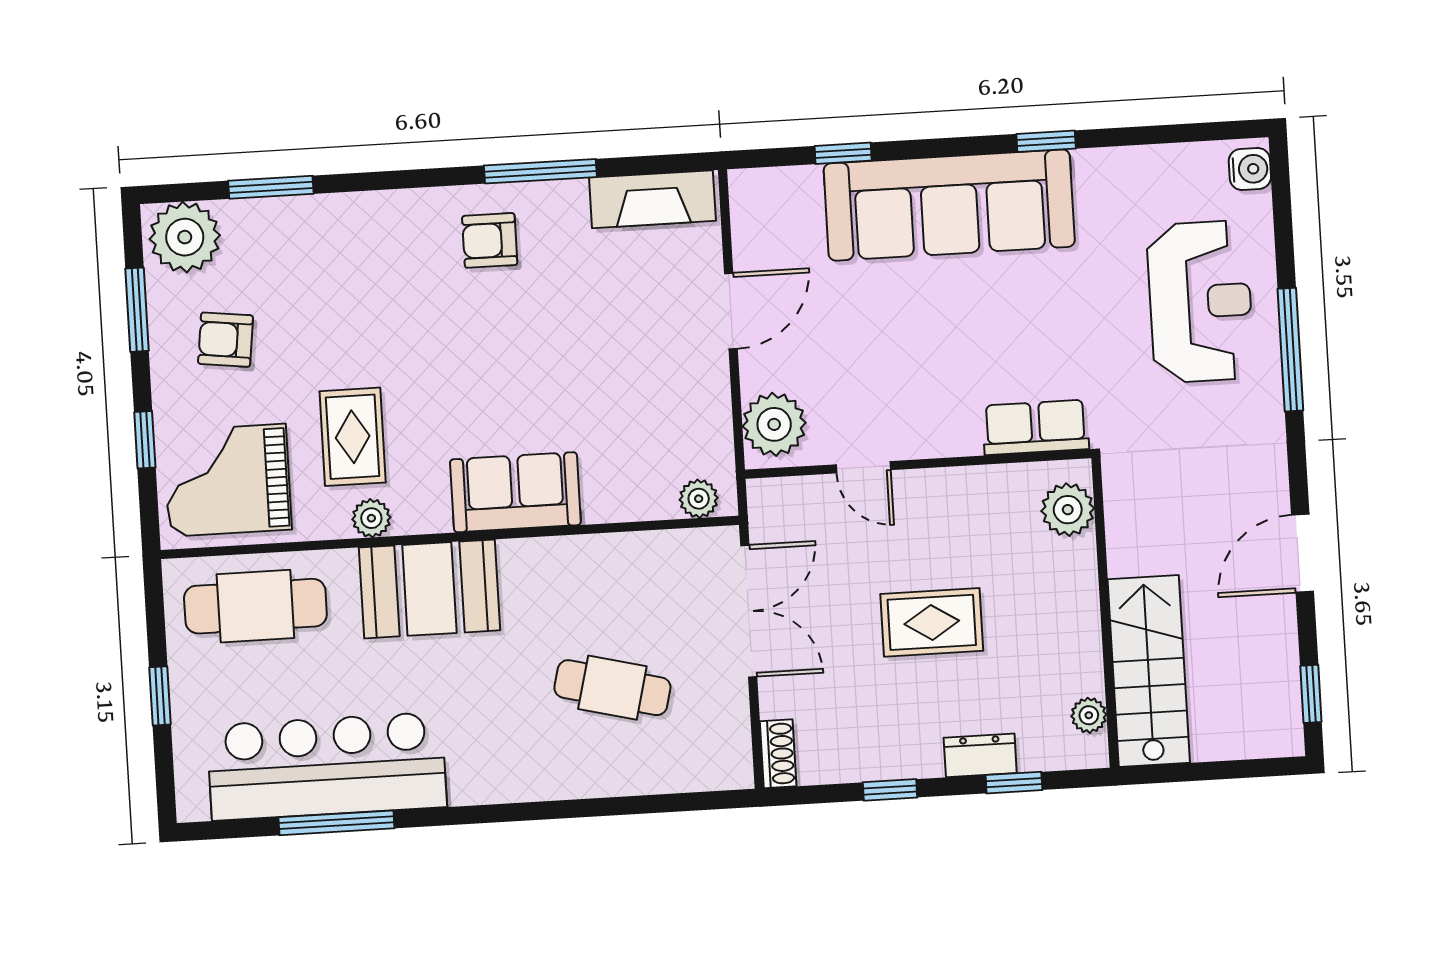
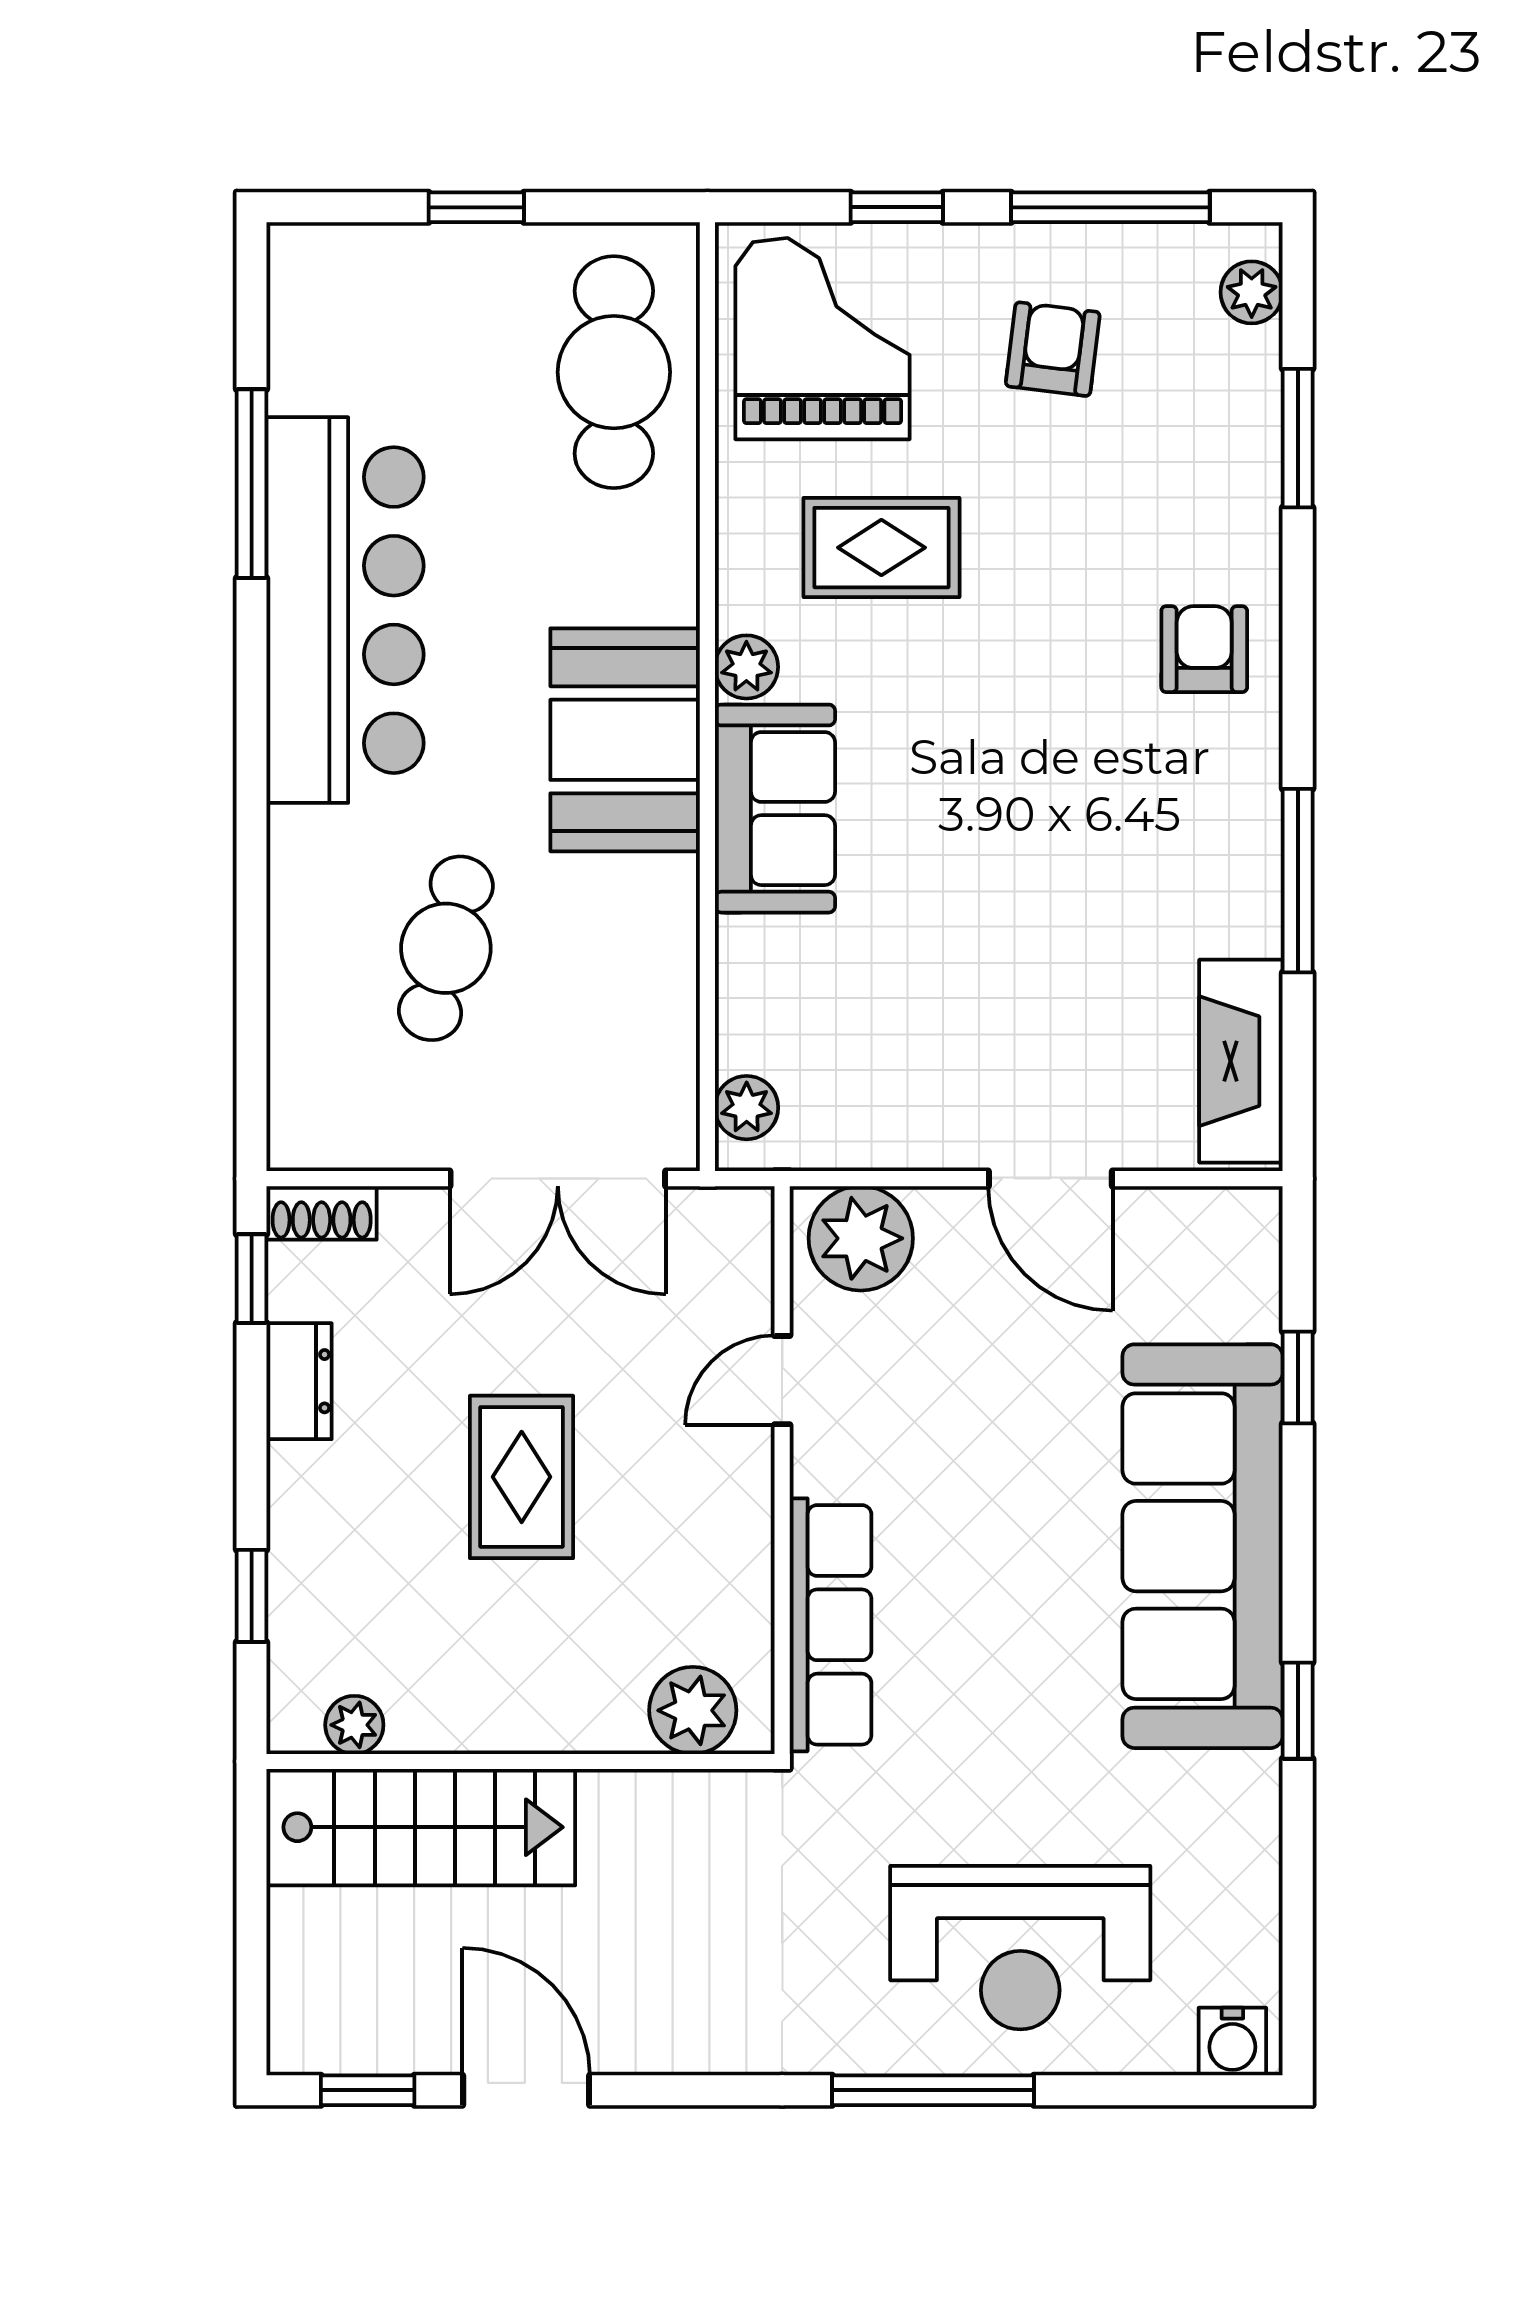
plant: (185, 237) -> (1252, 292), width x0.53, depth x0.53
armchair: (490, 240) -> (1204, 649), moved
window: (137, 310) -> (1110, 207), width x1.44
row of seats: (1036, 427) -> (830, 1625), width x1.48
plant: (371, 518) -> (746, 667), moved
door: (1303, 553) -> (526, 2090), moved
booth: (429, 589) -> (625, 740), moved
dresser: (980, 755) -> (299, 1381), moved
bar counter: (327, 766) -> (345, 610), moved
window: (890, 790) -> (252, 1279), moved

